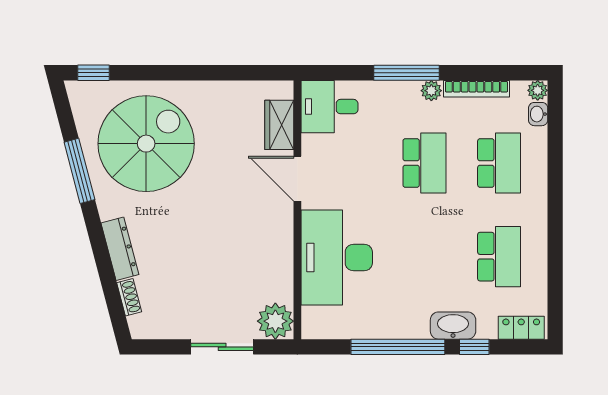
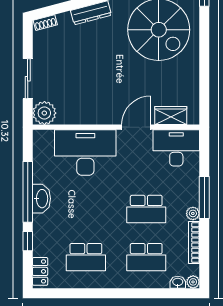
desk: (329, 107) -> (176, 148), width x1.37
shoe rack: (129, 297) -> (45, 23), moved
washbasin: (453, 326) -> (41, 199), moved

